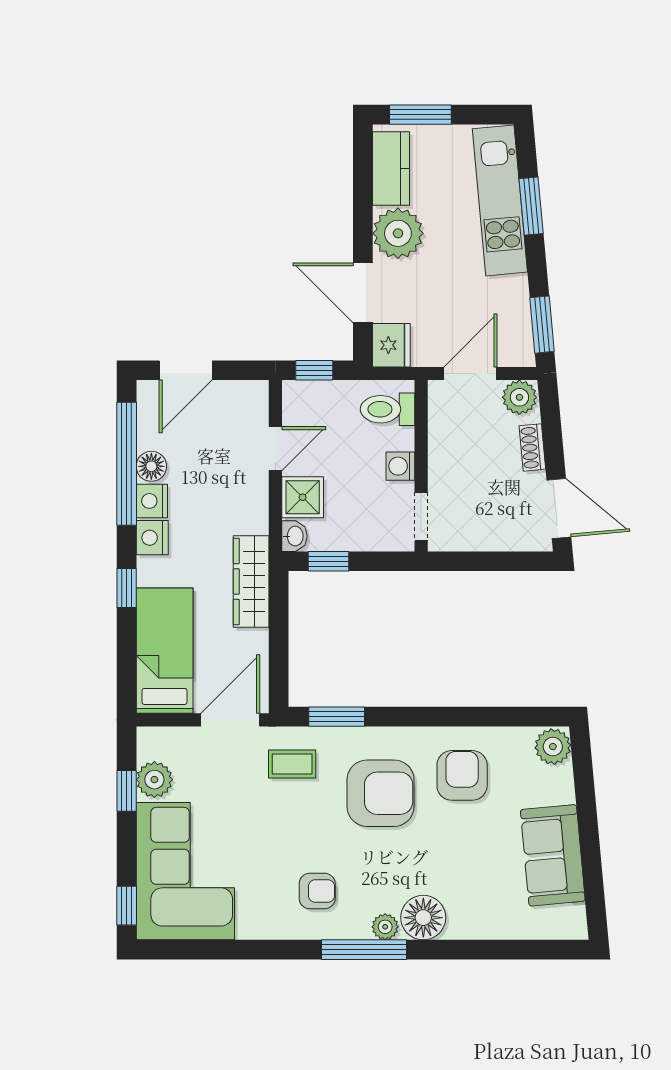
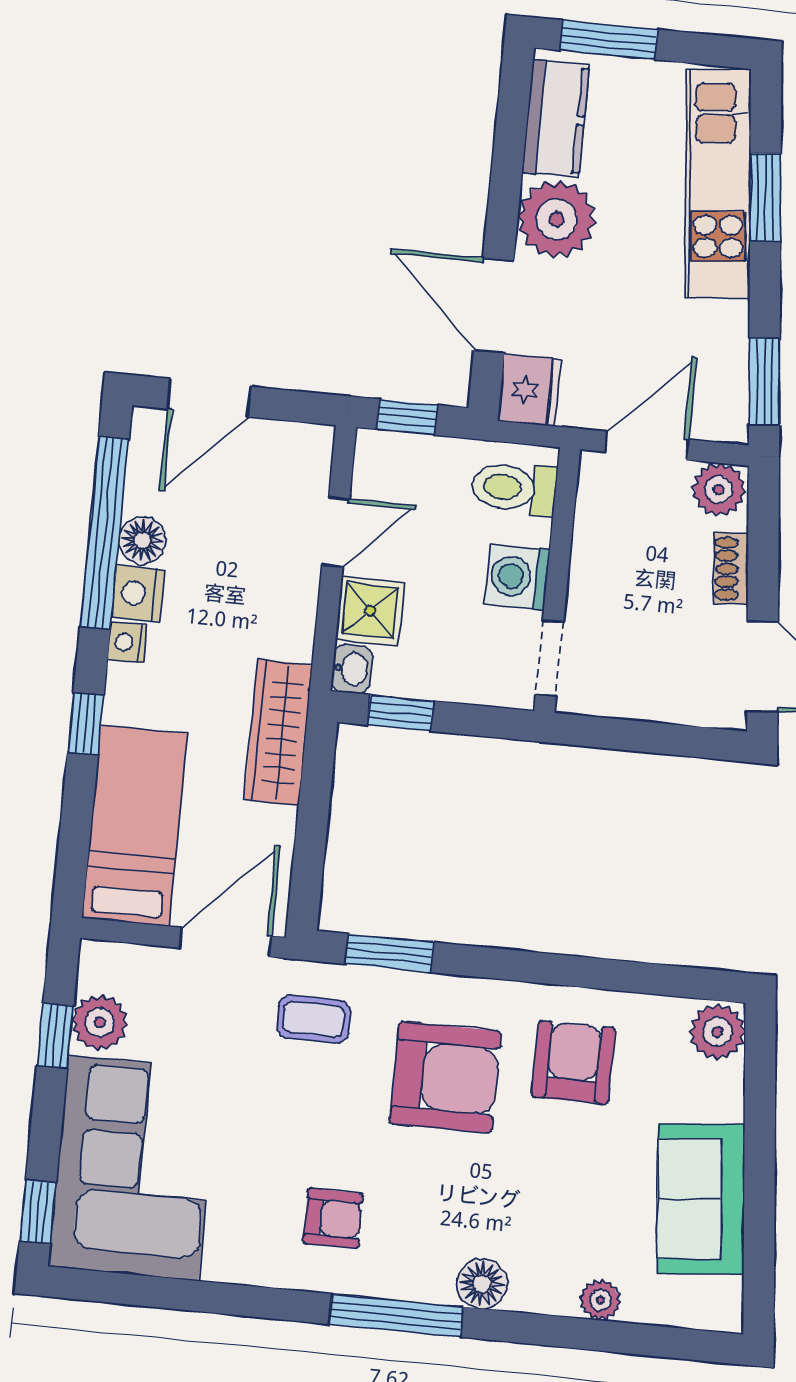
washing machine: (400, 466) -> (517, 577), width x1.38, depth x1.38
nightstand: (152, 538) -> (127, 642), width x0.72, depth x0.74
floor lamp: (423, 918) -> (482, 1284), width x0.73, depth x0.73
plant: (385, 927) -> (600, 1300), moved

